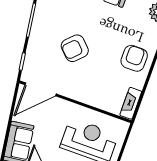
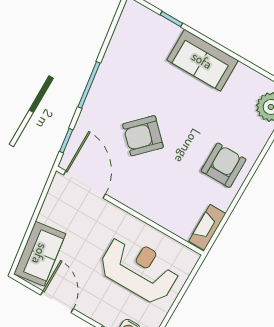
door: (41, 89) -> (84, 184), swing flipped

